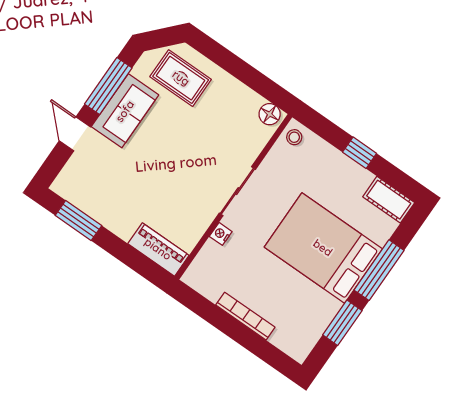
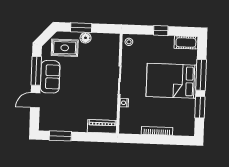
window: (230, 62) -> (81, 28), added
floor lamp: (270, 114) -> (86, 38), moved
door: (75, 134) -> (35, 100), hinge flipped

